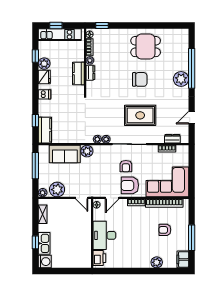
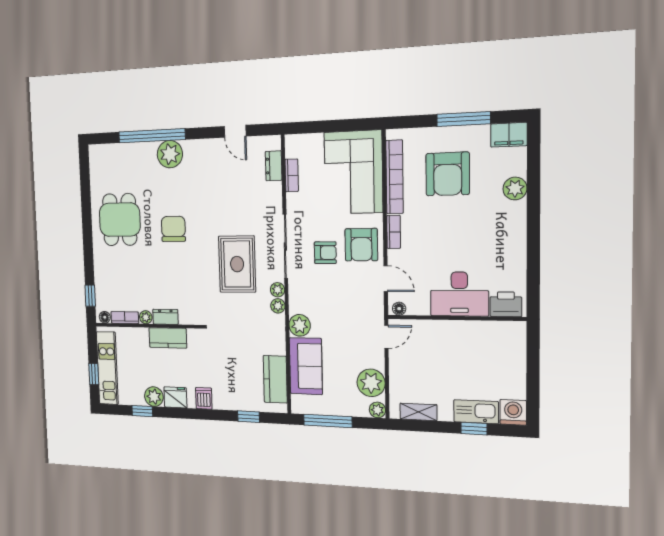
rug: (140, 115) -> (237, 264), moved
kitchen counter: (45, 130) -> (275, 379), moved, turned -90
armchair: (165, 230) -> (448, 174), width x1.88, depth x1.88

